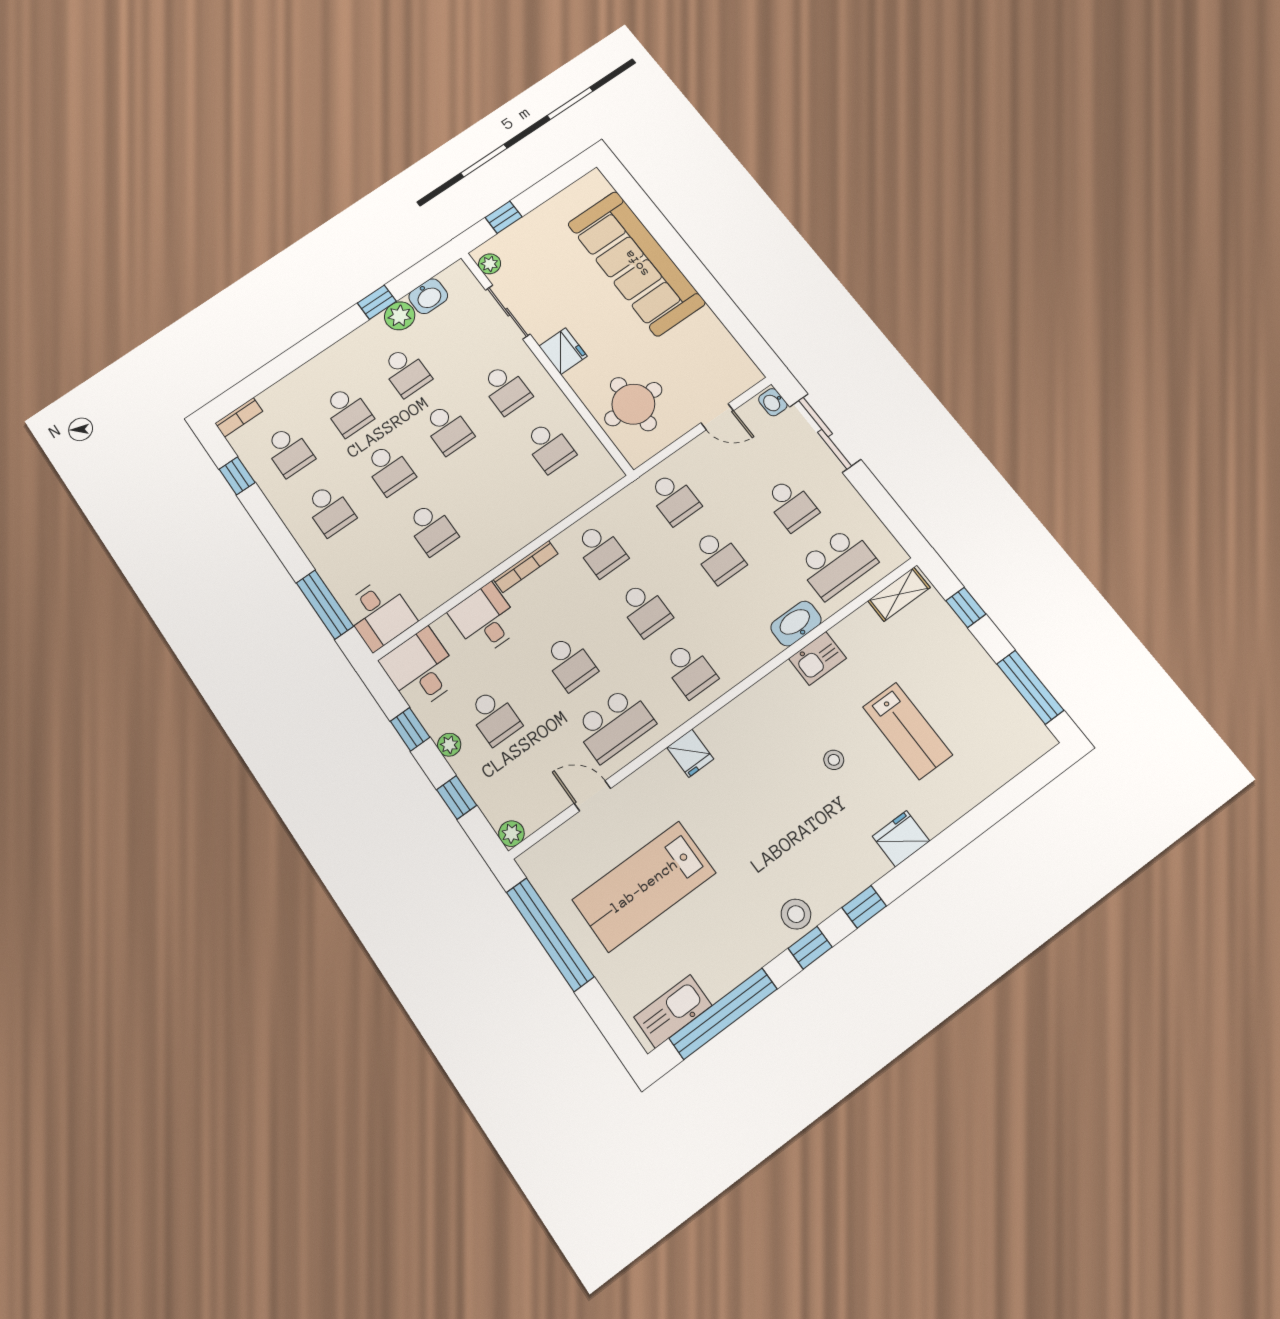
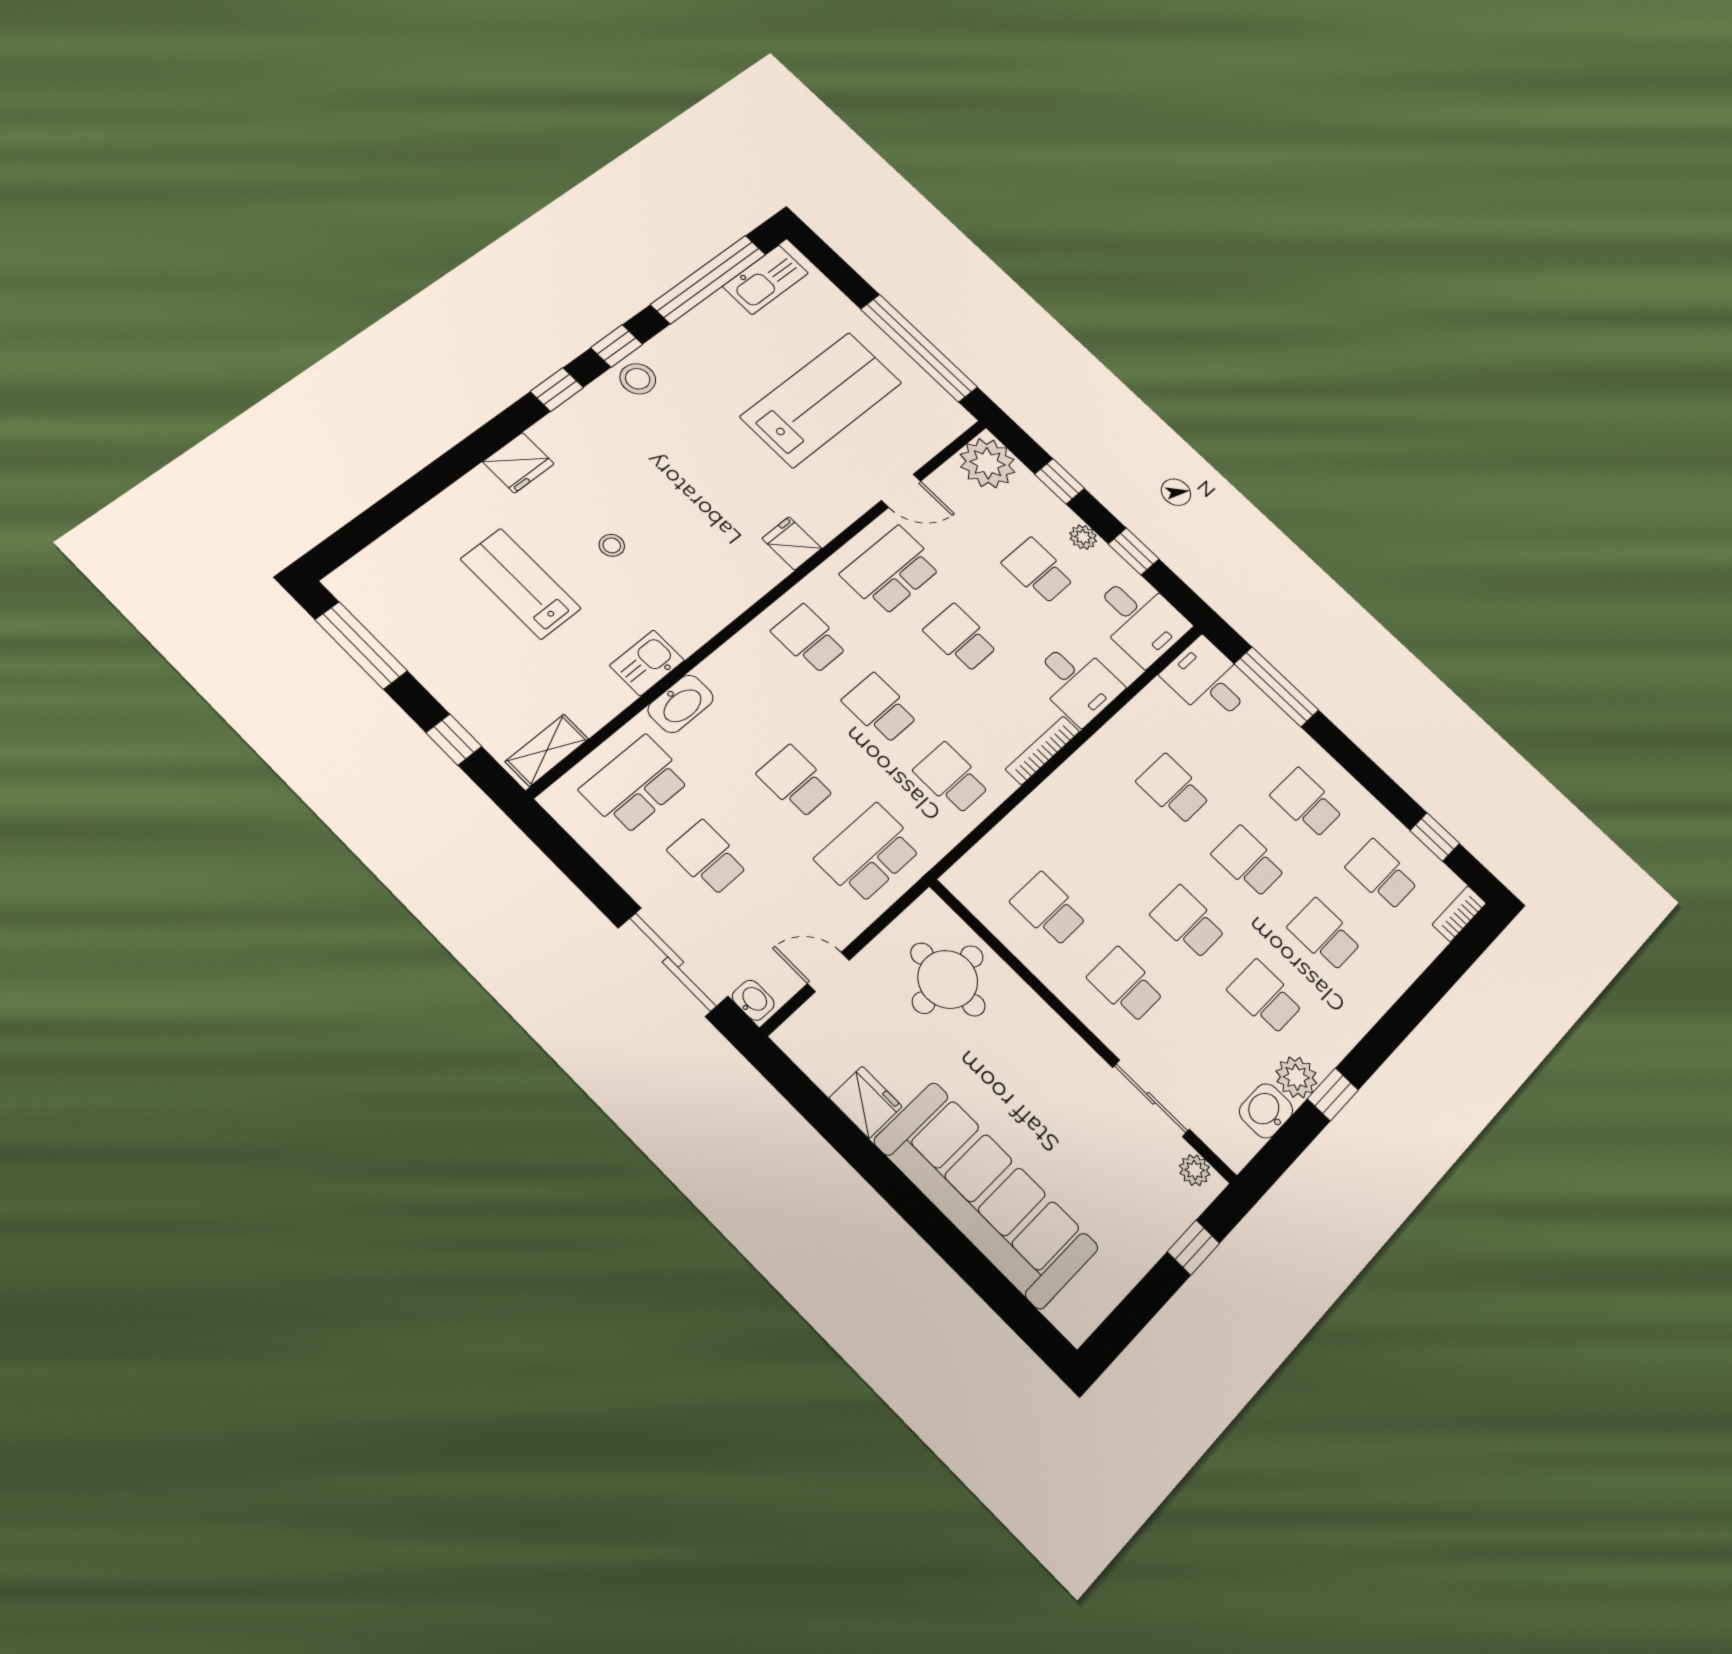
fridge: (563, 351) -> (866, 1102), moved, turned 180
school desk: (674, 498) -> (868, 853), width x1.85
plant: (511, 834) -> (987, 463), width x1.88, depth x1.88

